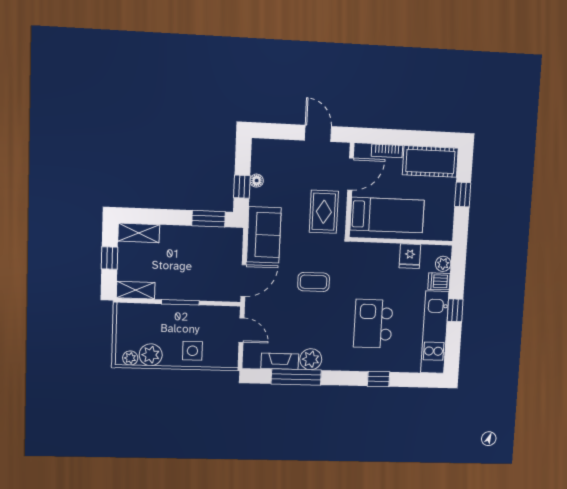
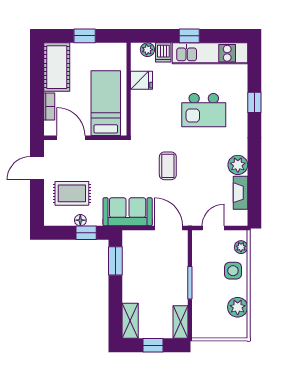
rug: (324, 212) -> (72, 193), moved
plant: (130, 358) -> (241, 247), moved
window: (296, 377) -> (254, 177), removed

